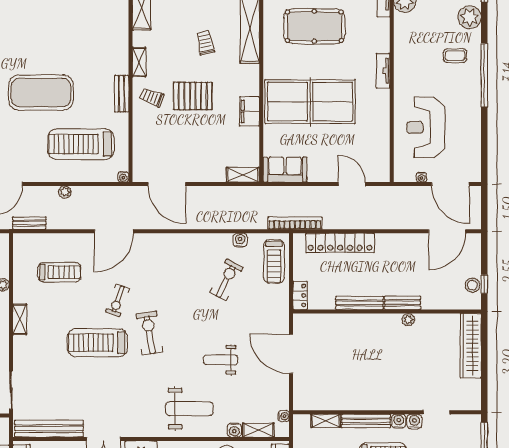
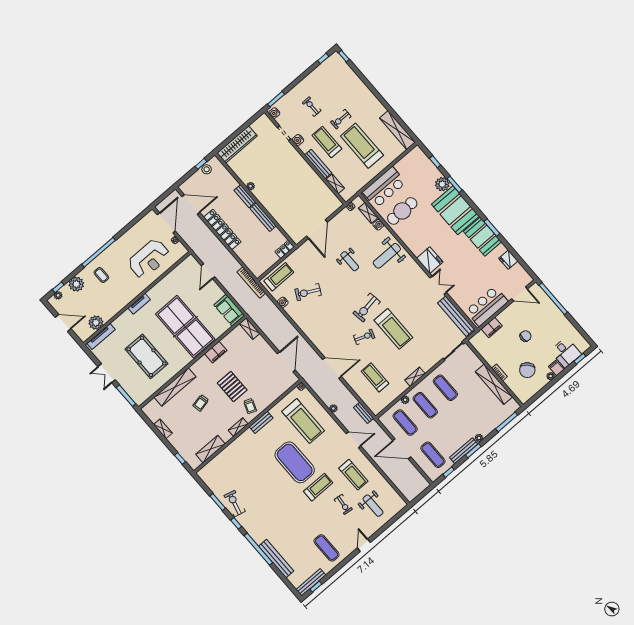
locker: (340, 243) -> (222, 229), moved
weight bench: (189, 409) -> (387, 256), turned -90
water cooler: (399, 421) -> (274, 113), moved

